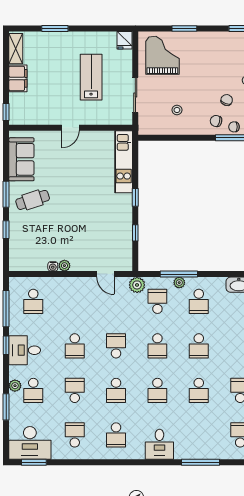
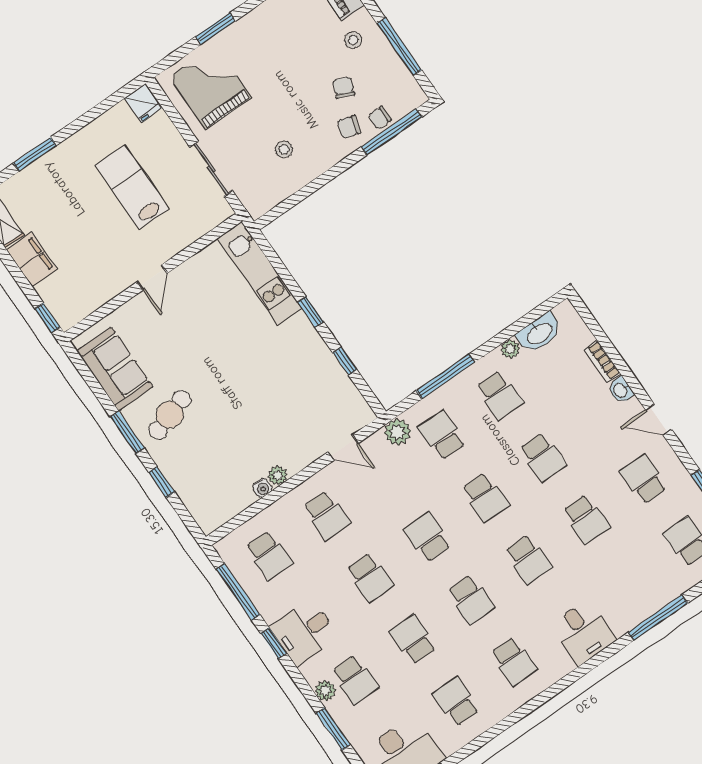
plant: (179, 283) -> (510, 349), moved
school desk: (75, 301) -> (327, 515), added

